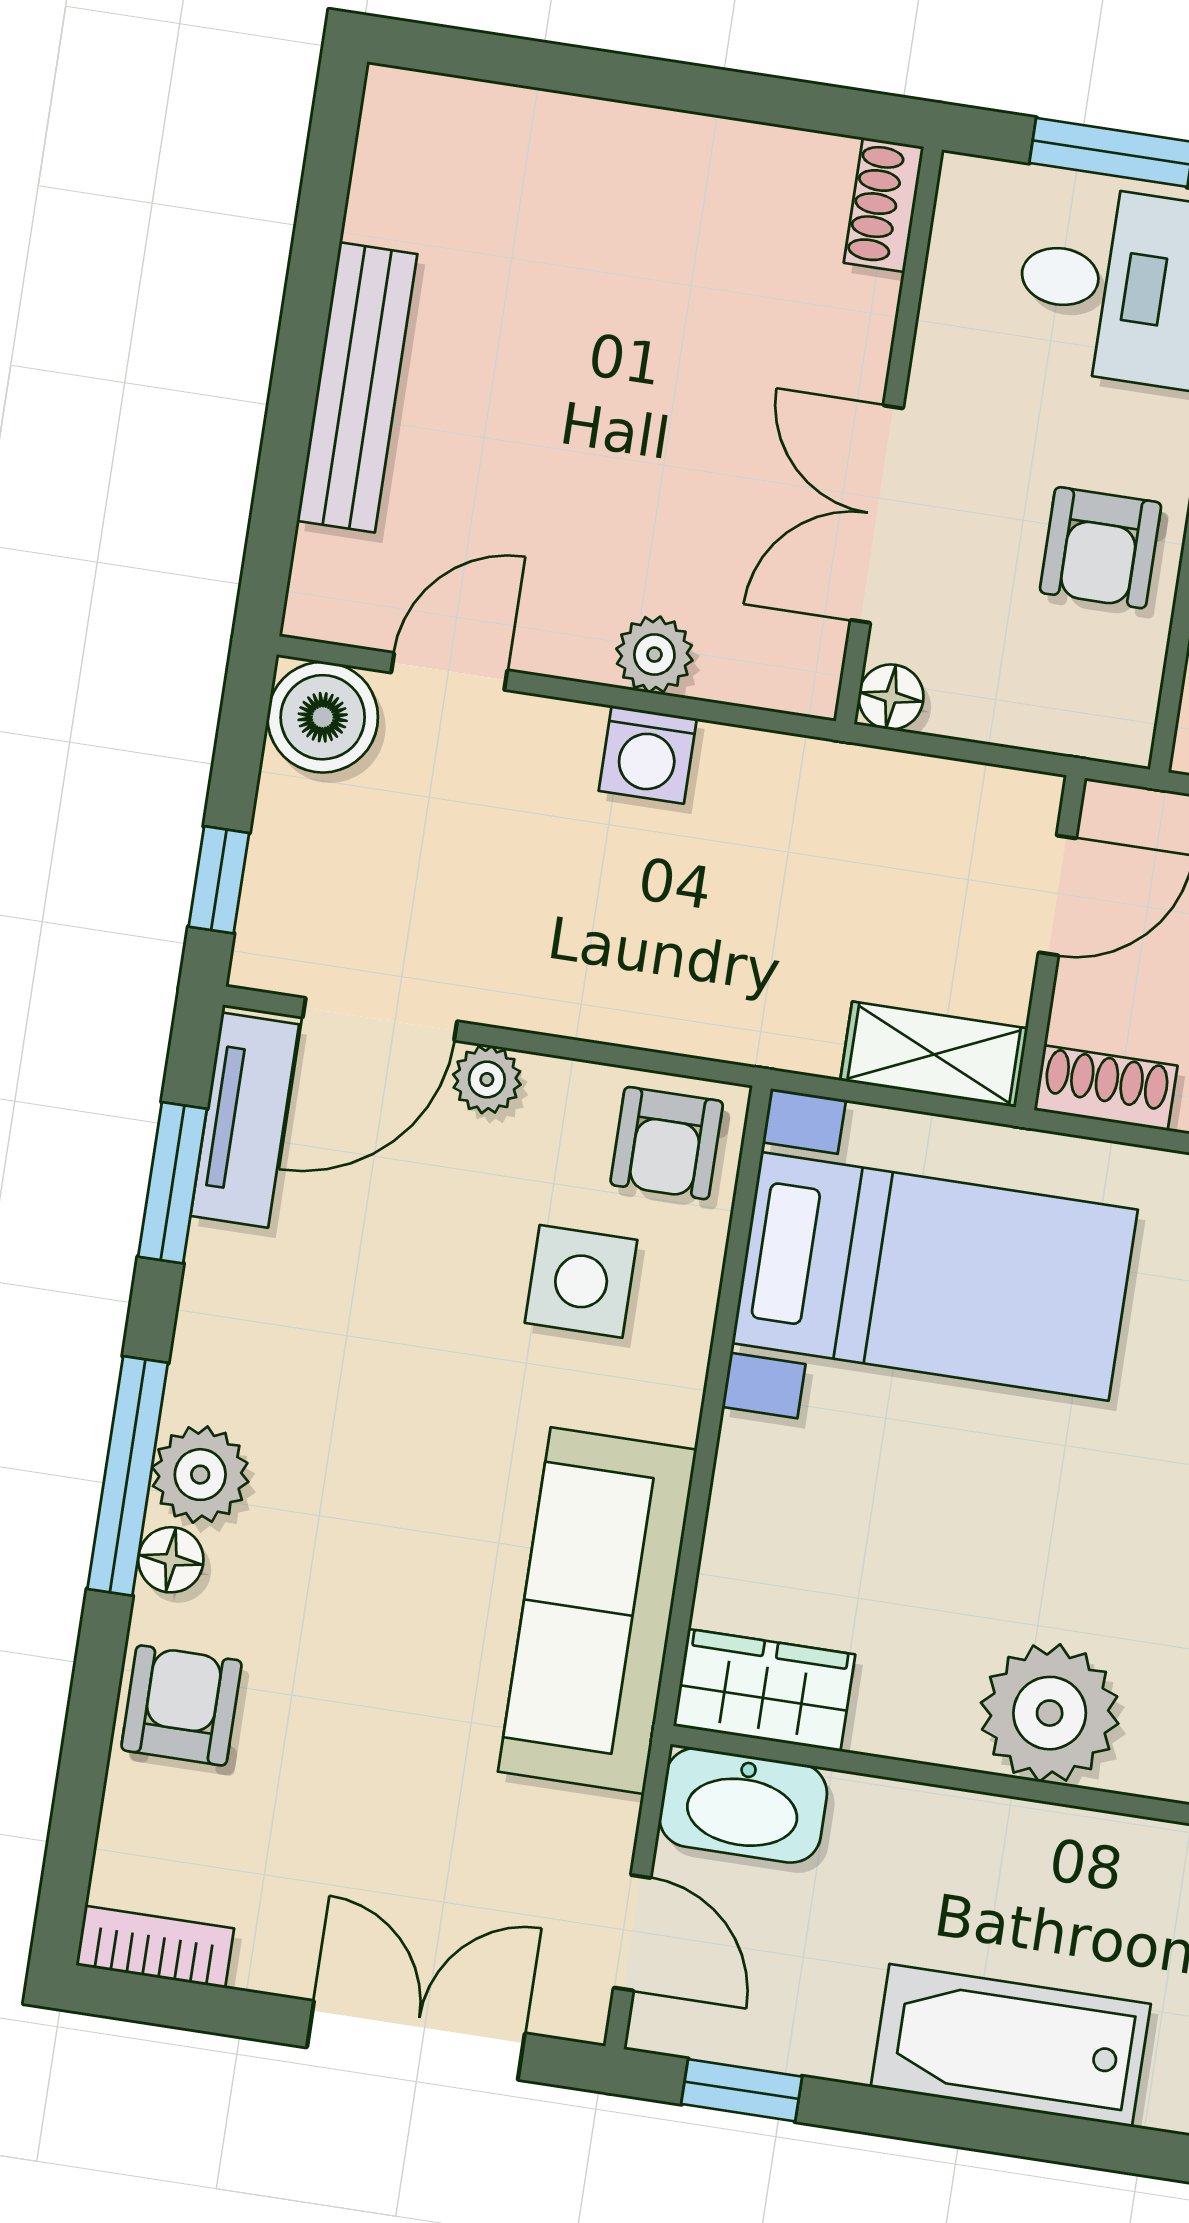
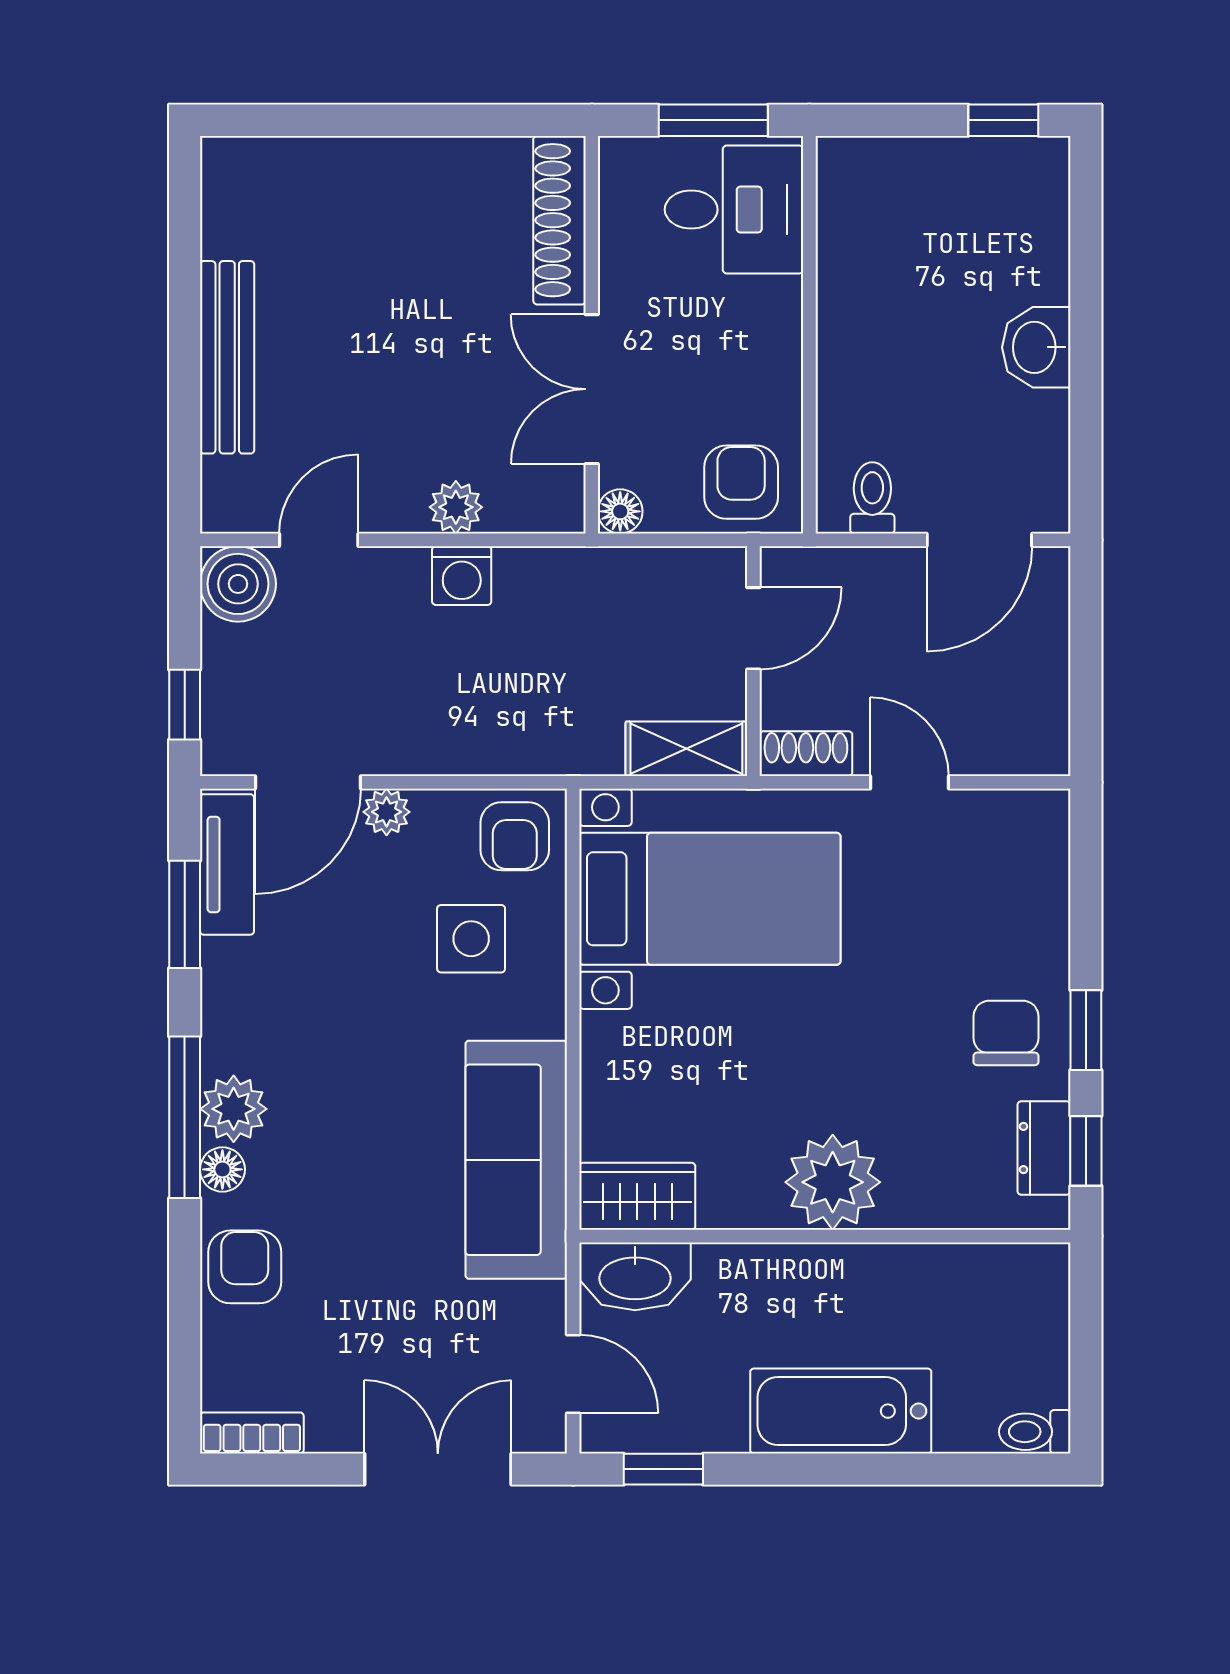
shoe rack: (884, 205) -> (559, 220), width x1.94, depth x1.24
armchair: (1101, 548) -> (741, 482), moved, turned 180

